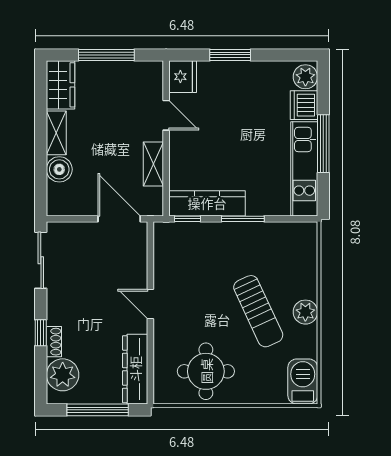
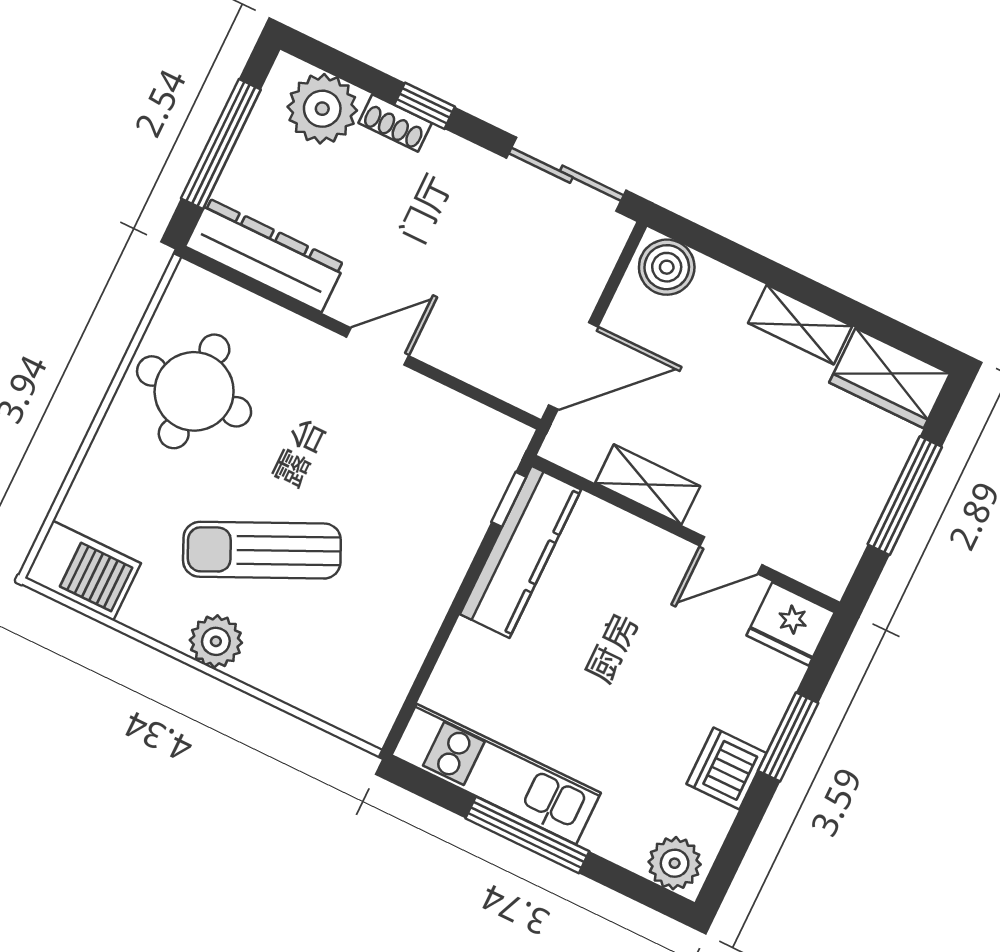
dishwasher: (304, 105) -> (727, 769), moved, turned -90
boiler: (59, 169) -> (667, 267), moved
window: (243, 219) -> (457, 607), removed

